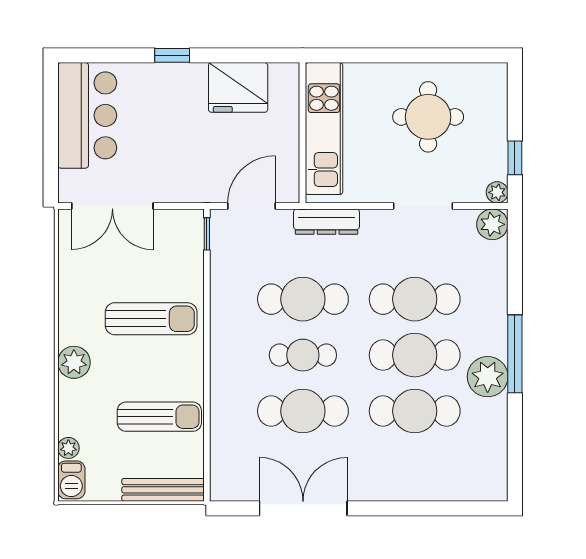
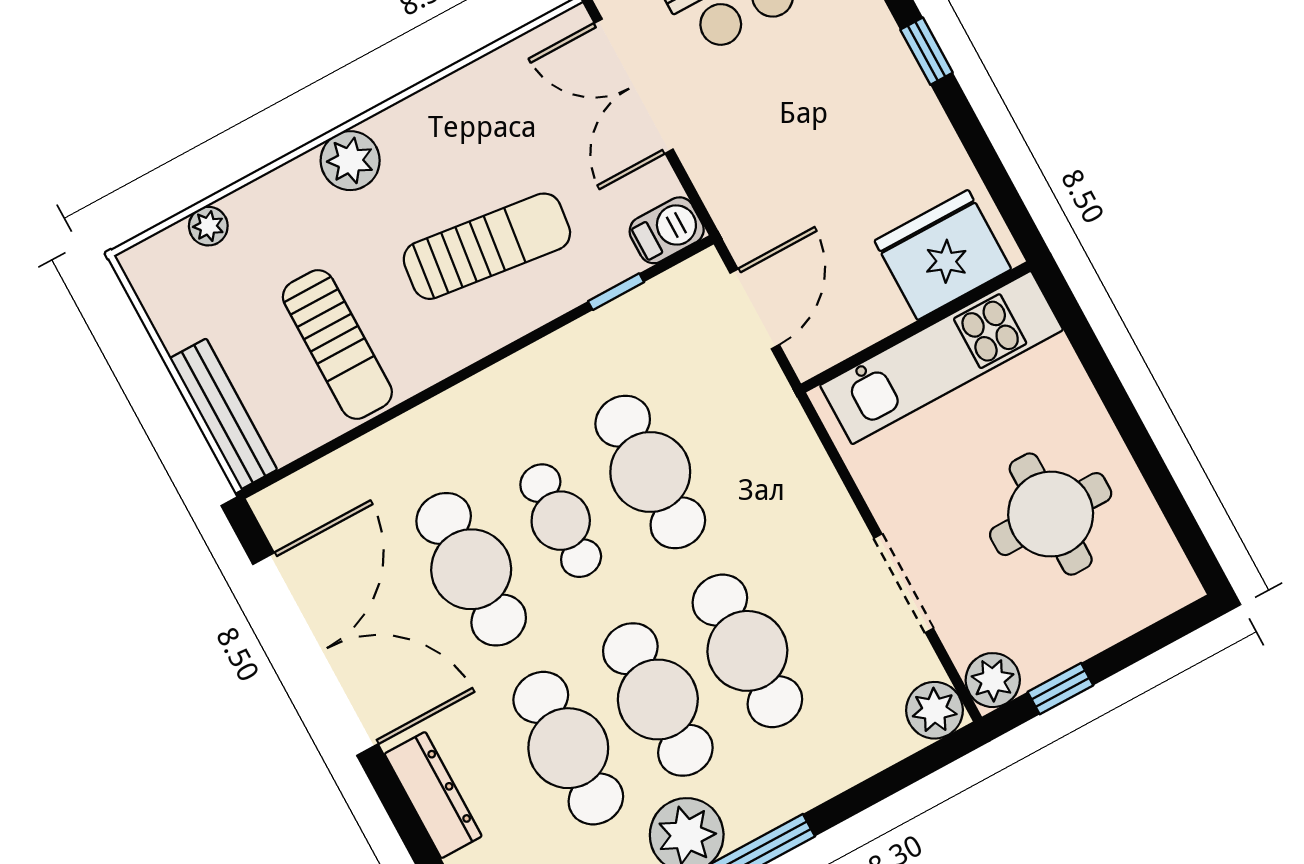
fridge: (238, 87) -> (943, 255), moved, turned 90
plant: (497, 192) -> (993, 680), width x1.38, depth x1.38
door: (251, 206) -> (755, 309), hinge flipped
dresser: (327, 222) -> (433, 795), moved, turned 180
window: (207, 234) -> (616, 292), moved
sun lounger: (151, 319) -> (487, 246), turned -83
barbecue: (71, 480) -> (667, 230), moved, turned 180
double door: (303, 508) -> (316, 654), width x1.36

